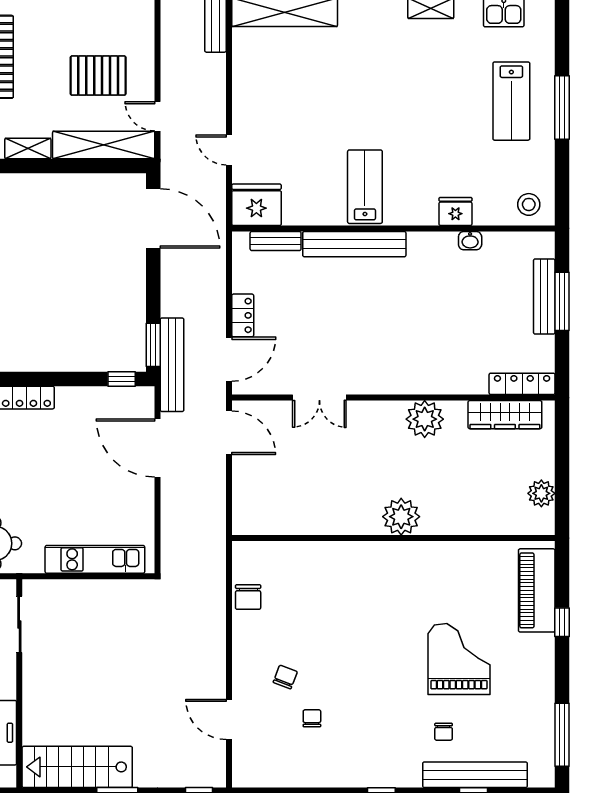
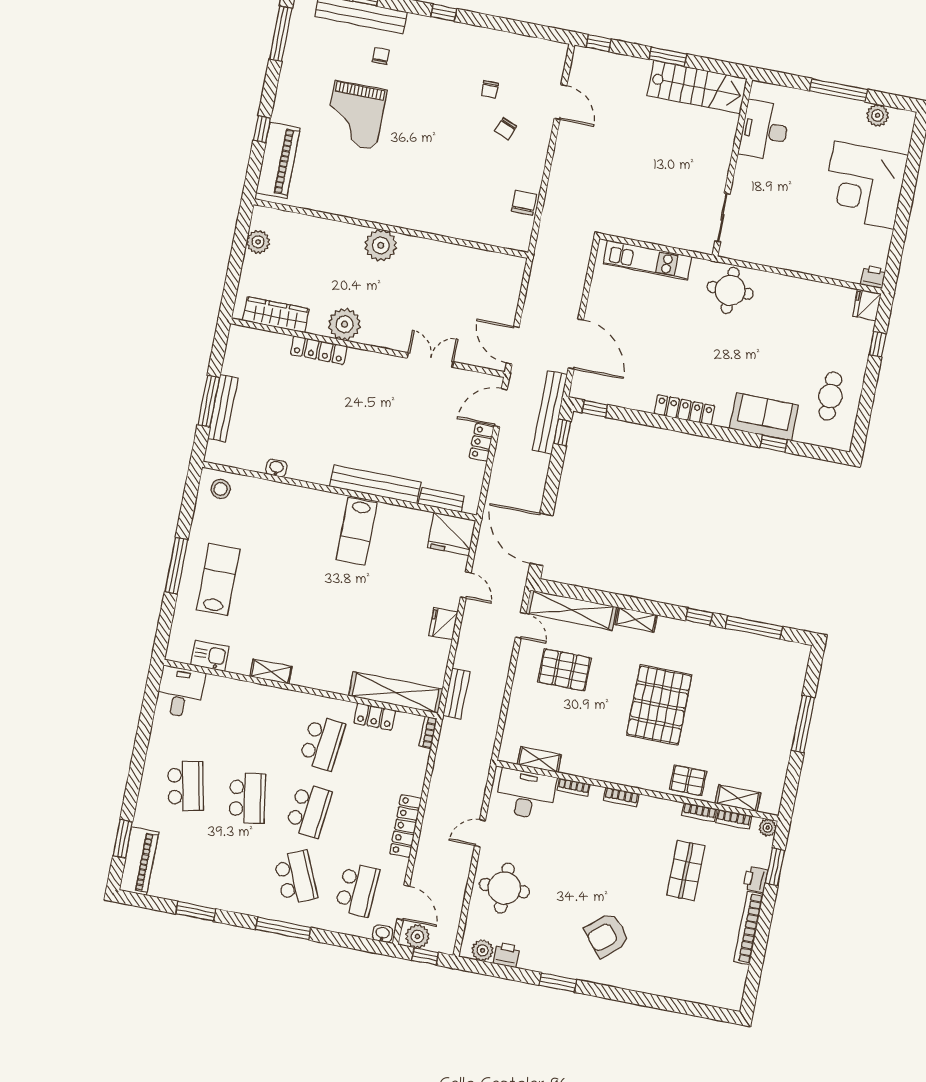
fridge: (455, 211) -> (443, 624), moved, turned 90
window: (153, 345) -> (562, 432), width x0.67
locker: (522, 384) -> (319, 350), moved

